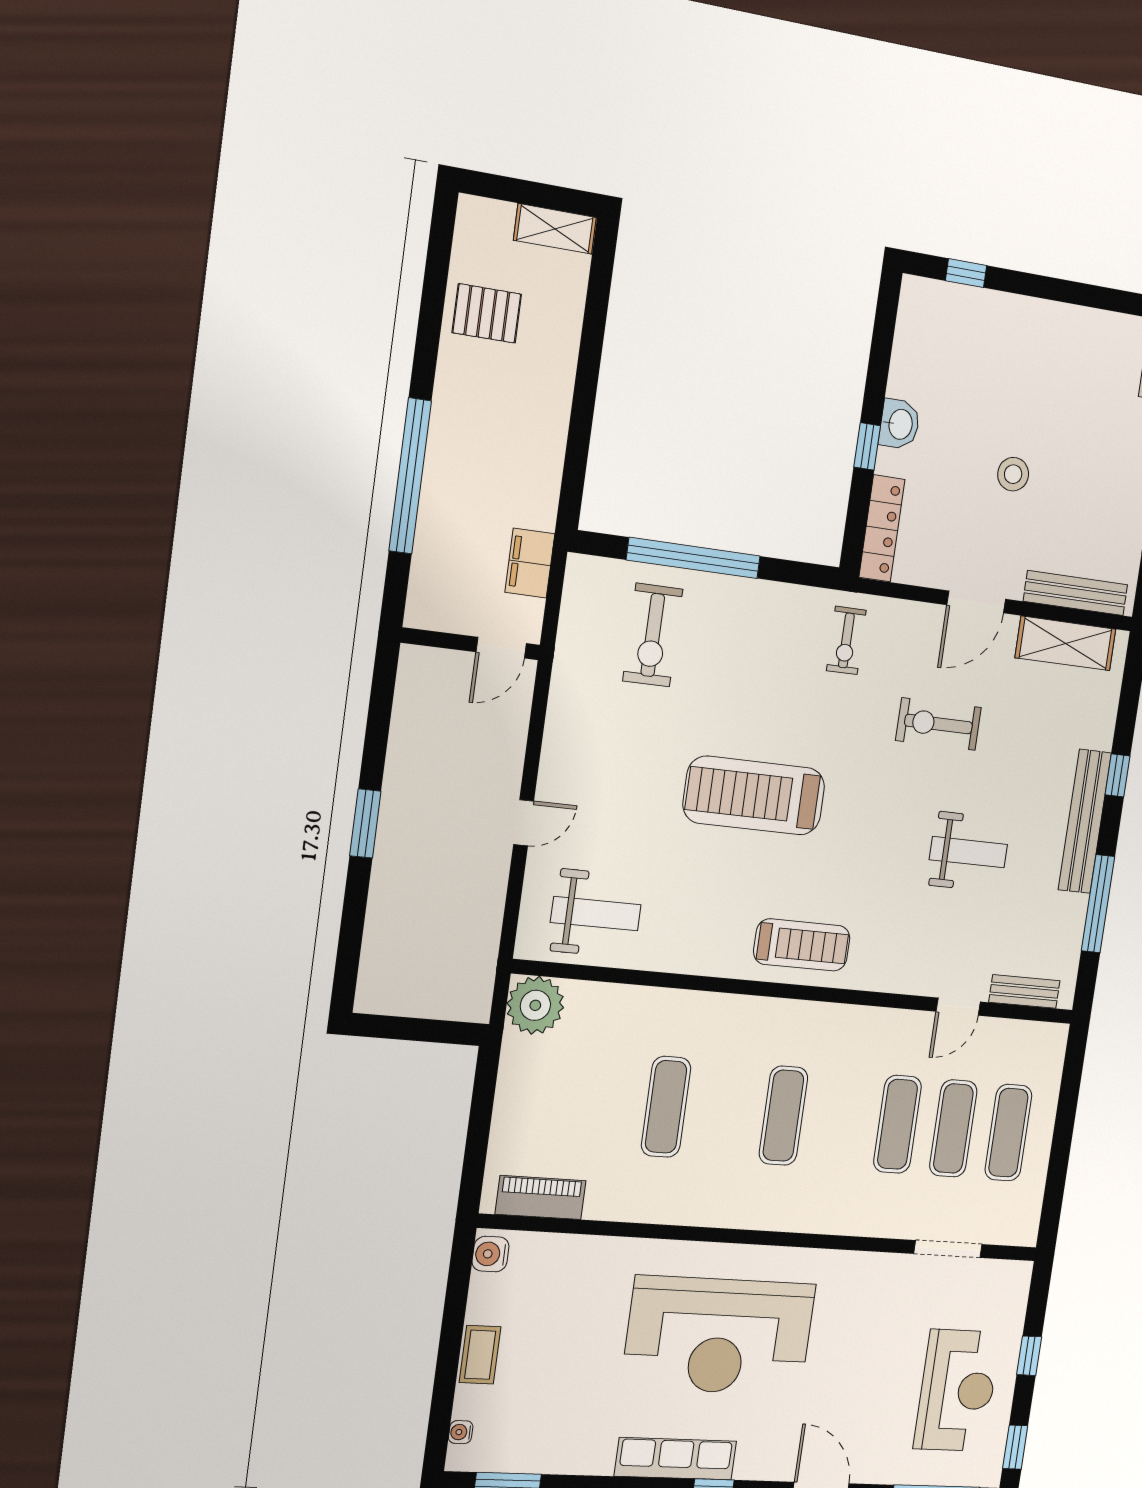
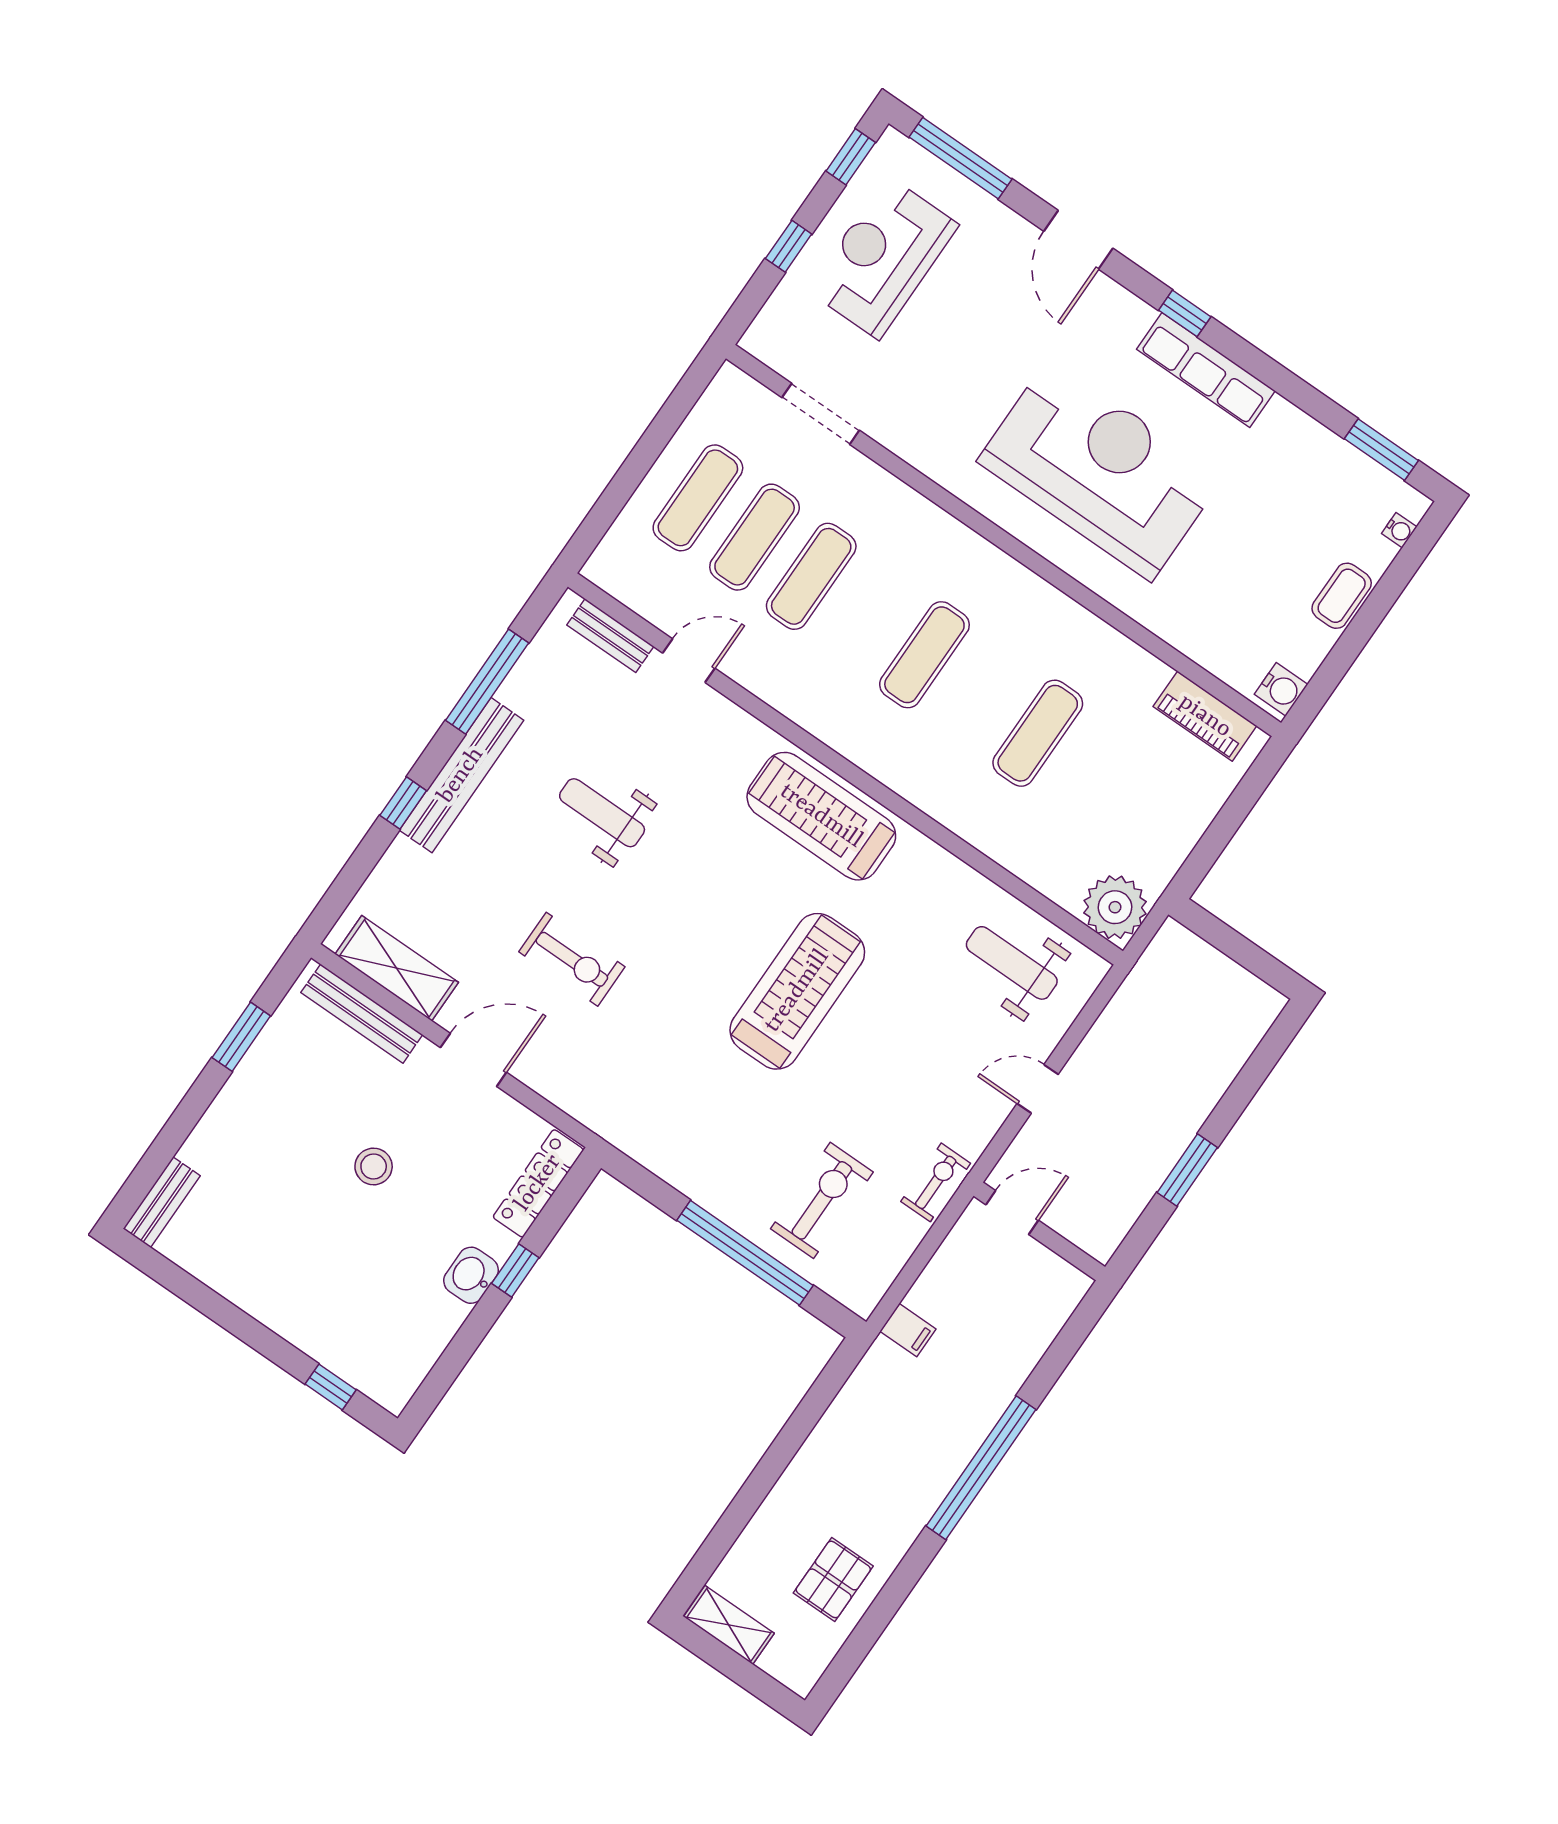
pallet: (487, 313) -> (833, 1579), turned 90
filing cabinet: (530, 563) -> (908, 1330), width x0.50
exercise bike: (846, 640) -> (936, 1182), moved
wall: (471, 644) -> (1039, 1231), moved
door: (501, 648) -> (1012, 1213), moved
treadmill: (754, 796) -> (797, 991), turned -90
treadmill: (802, 945) -> (821, 816), width x1.37, depth x1.37

